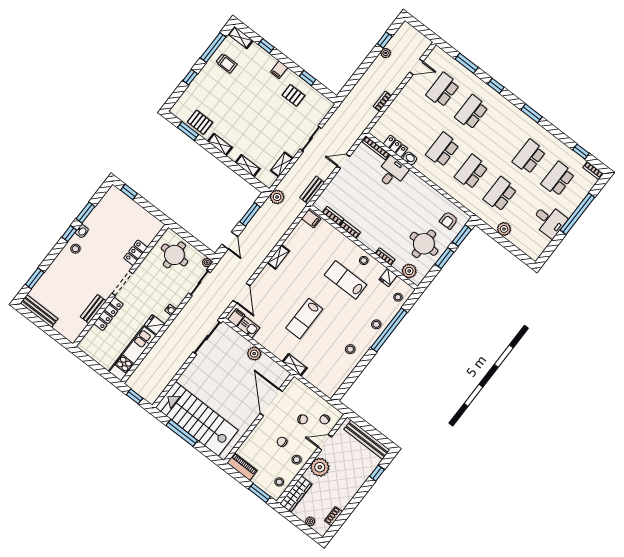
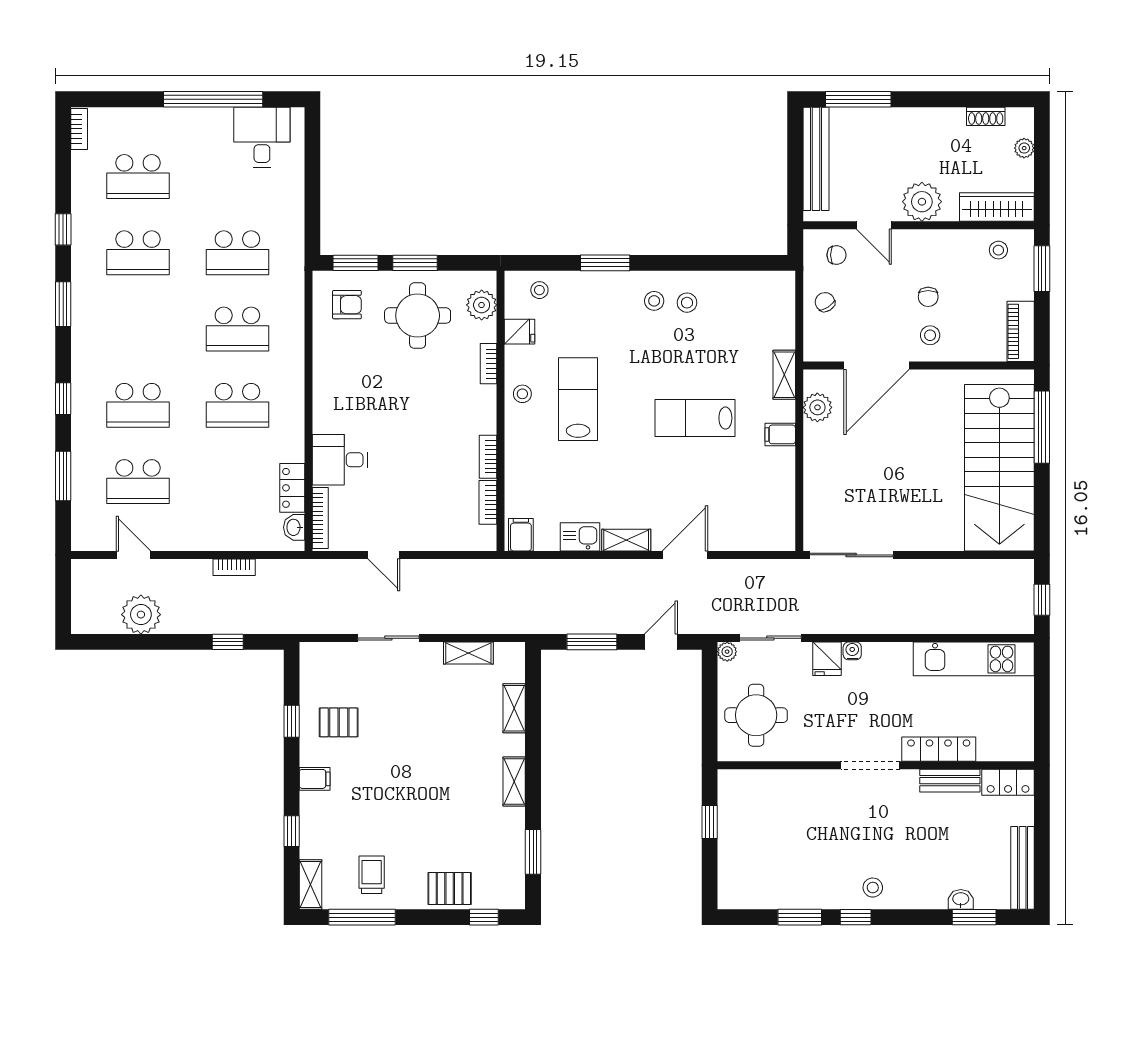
window: (385, 40) -> (228, 642), moved
plant: (386, 53) -> (141, 615), width x1.88, depth x1.88
window: (190, 77) -> (484, 917), moved
pallet: (293, 95) -> (339, 722), turned 90
pallet: (200, 122) -> (450, 888), moved, turned 90
window: (581, 152) -> (63, 229), moved
washbasin: (410, 158) -> (294, 527), moved
bench: (312, 190) -> (472, 570), removed
window: (129, 192) -> (710, 822), moved
plant: (277, 197) -> (528, 619), removed
window: (577, 214) -> (213, 99), moved
desk: (549, 221) -> (262, 137), moved
plant: (504, 229) -> (290, 202), removed
washbasin: (82, 231) -> (961, 899), moved
locker: (136, 253) -> (1008, 782), moved
lab bench: (346, 280) -> (578, 399), turned 180
door: (241, 293) -> (685, 555), moved
filing cabinet: (236, 317) -> (780, 434), moved
lab bench: (304, 319) -> (695, 418), turned 180
stool: (376, 324) -> (654, 301), moved
fridge: (155, 325) -> (827, 659), moved
kitchen sink: (248, 327) -> (580, 537), moved, turned 90
window: (389, 330) -> (605, 263), width x0.47
plant: (254, 354) -> (817, 407), moved
chair: (303, 419) -> (825, 302), moved
window: (182, 433) -> (1042, 427), moved
stool: (297, 460) -> (930, 335), moved
window: (377, 473) -> (858, 99), width x2.17

